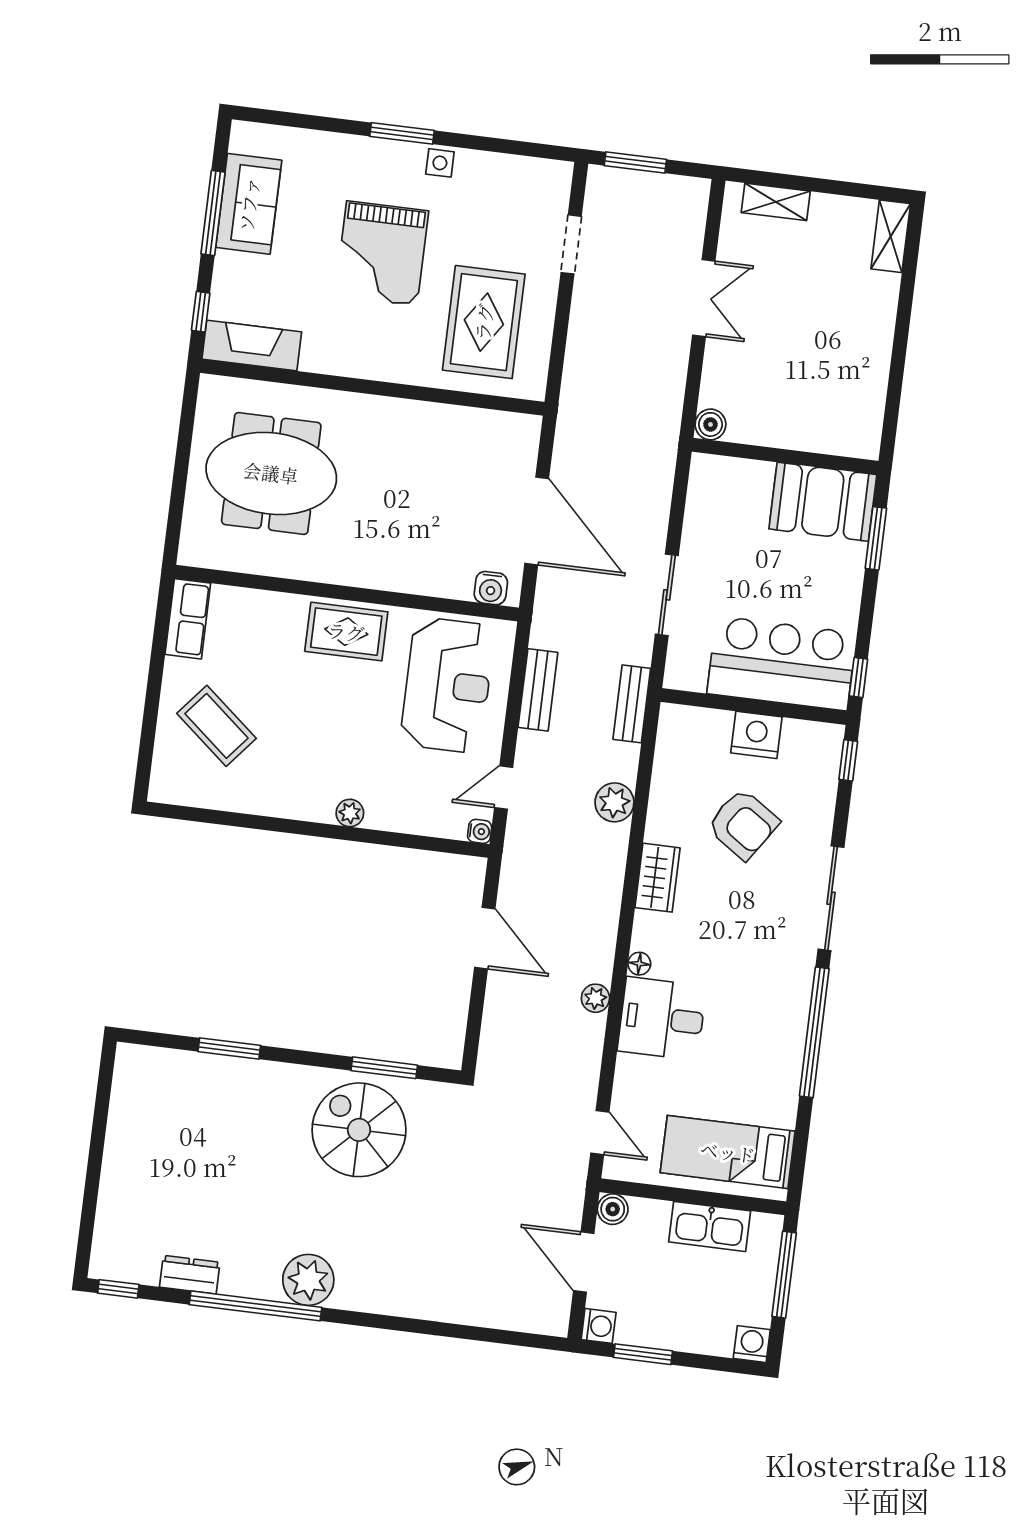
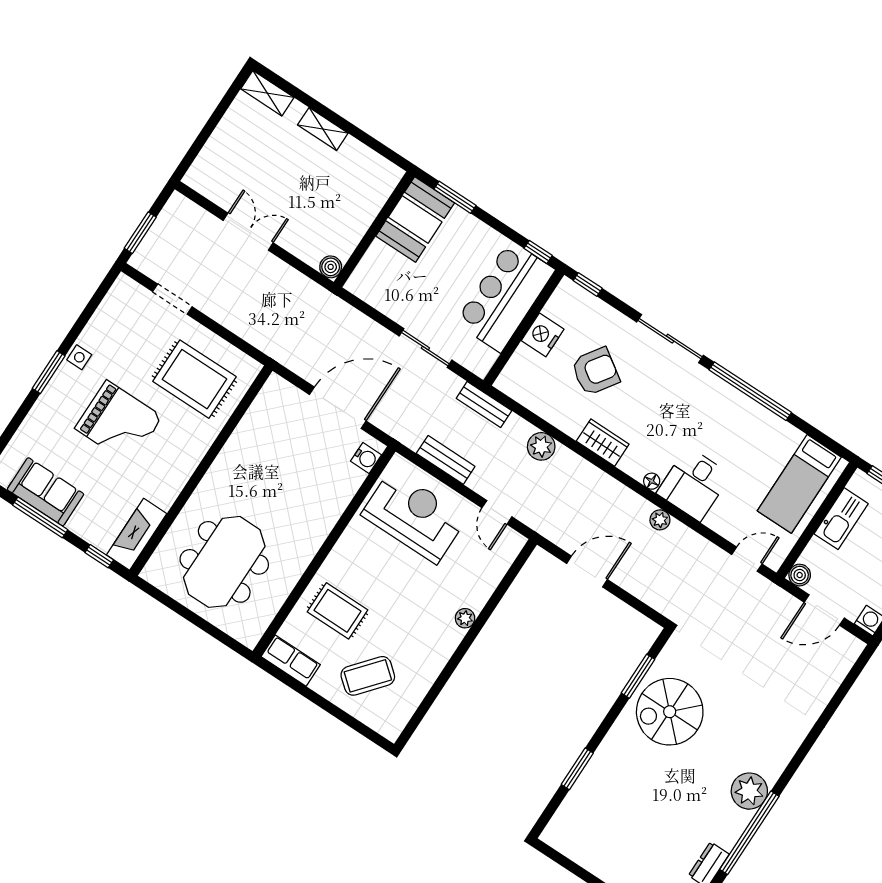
shelving: (776, 202) -> (323, 129), moved, turned 90
rug: (346, 632) -> (338, 611), moved, turned 90
water cooler: (480, 831) -> (517, 541), removed

